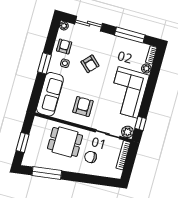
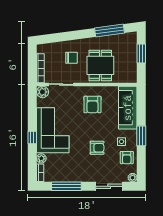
armchair: (90, 64) -> (97, 148), turned 137
window: (140, 123) -> (32, 138), moved
dining table: (65, 142) -> (100, 65), turned 90

